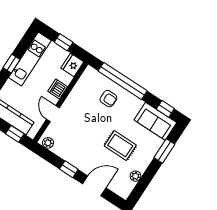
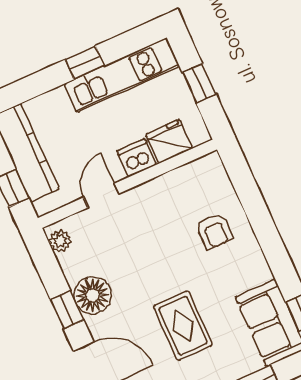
fridge: (72, 65) -> (169, 141), moved
window: (123, 81) -> (259, 216), removed
floor lamp: (75, 157) -> (93, 295), added

